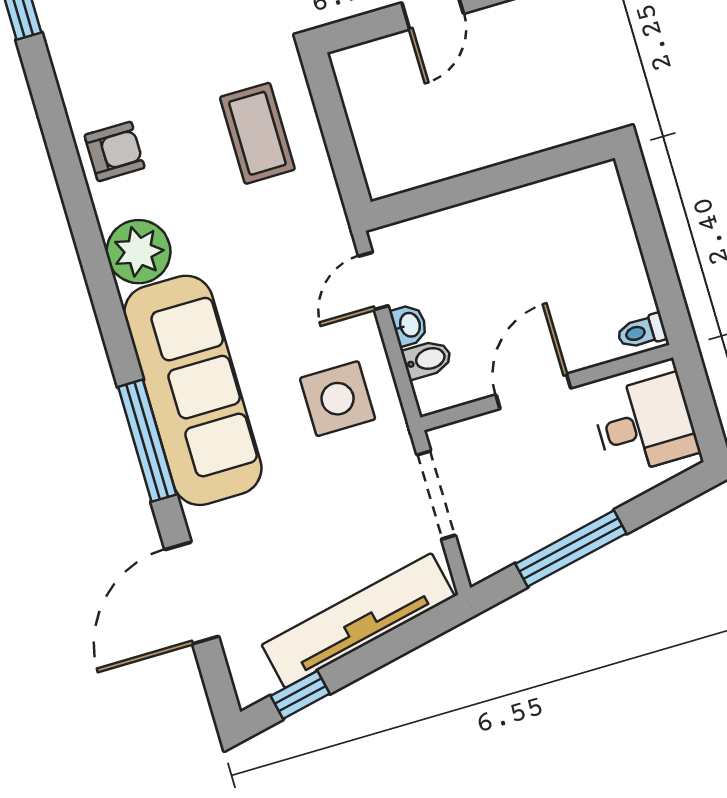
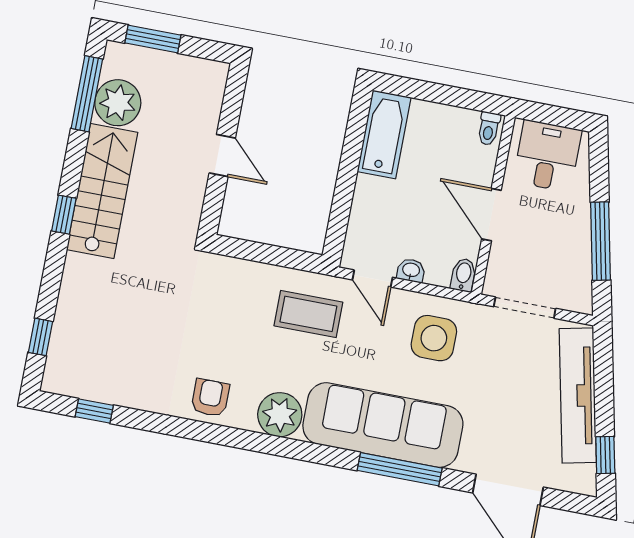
coffee table: (257, 133) -> (308, 314), moved
bathtub: (566, 202) -> (384, 135), added
bidet: (427, 359) -> (463, 275), moved

